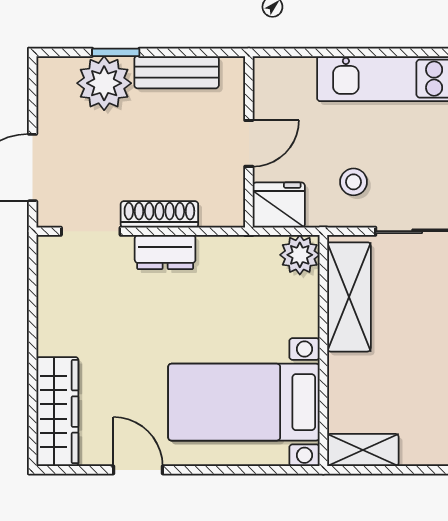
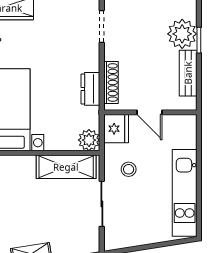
shoe rack: (159, 214) -> (111, 82), moved
dresser: (165, 252) -> (90, 89), moved

